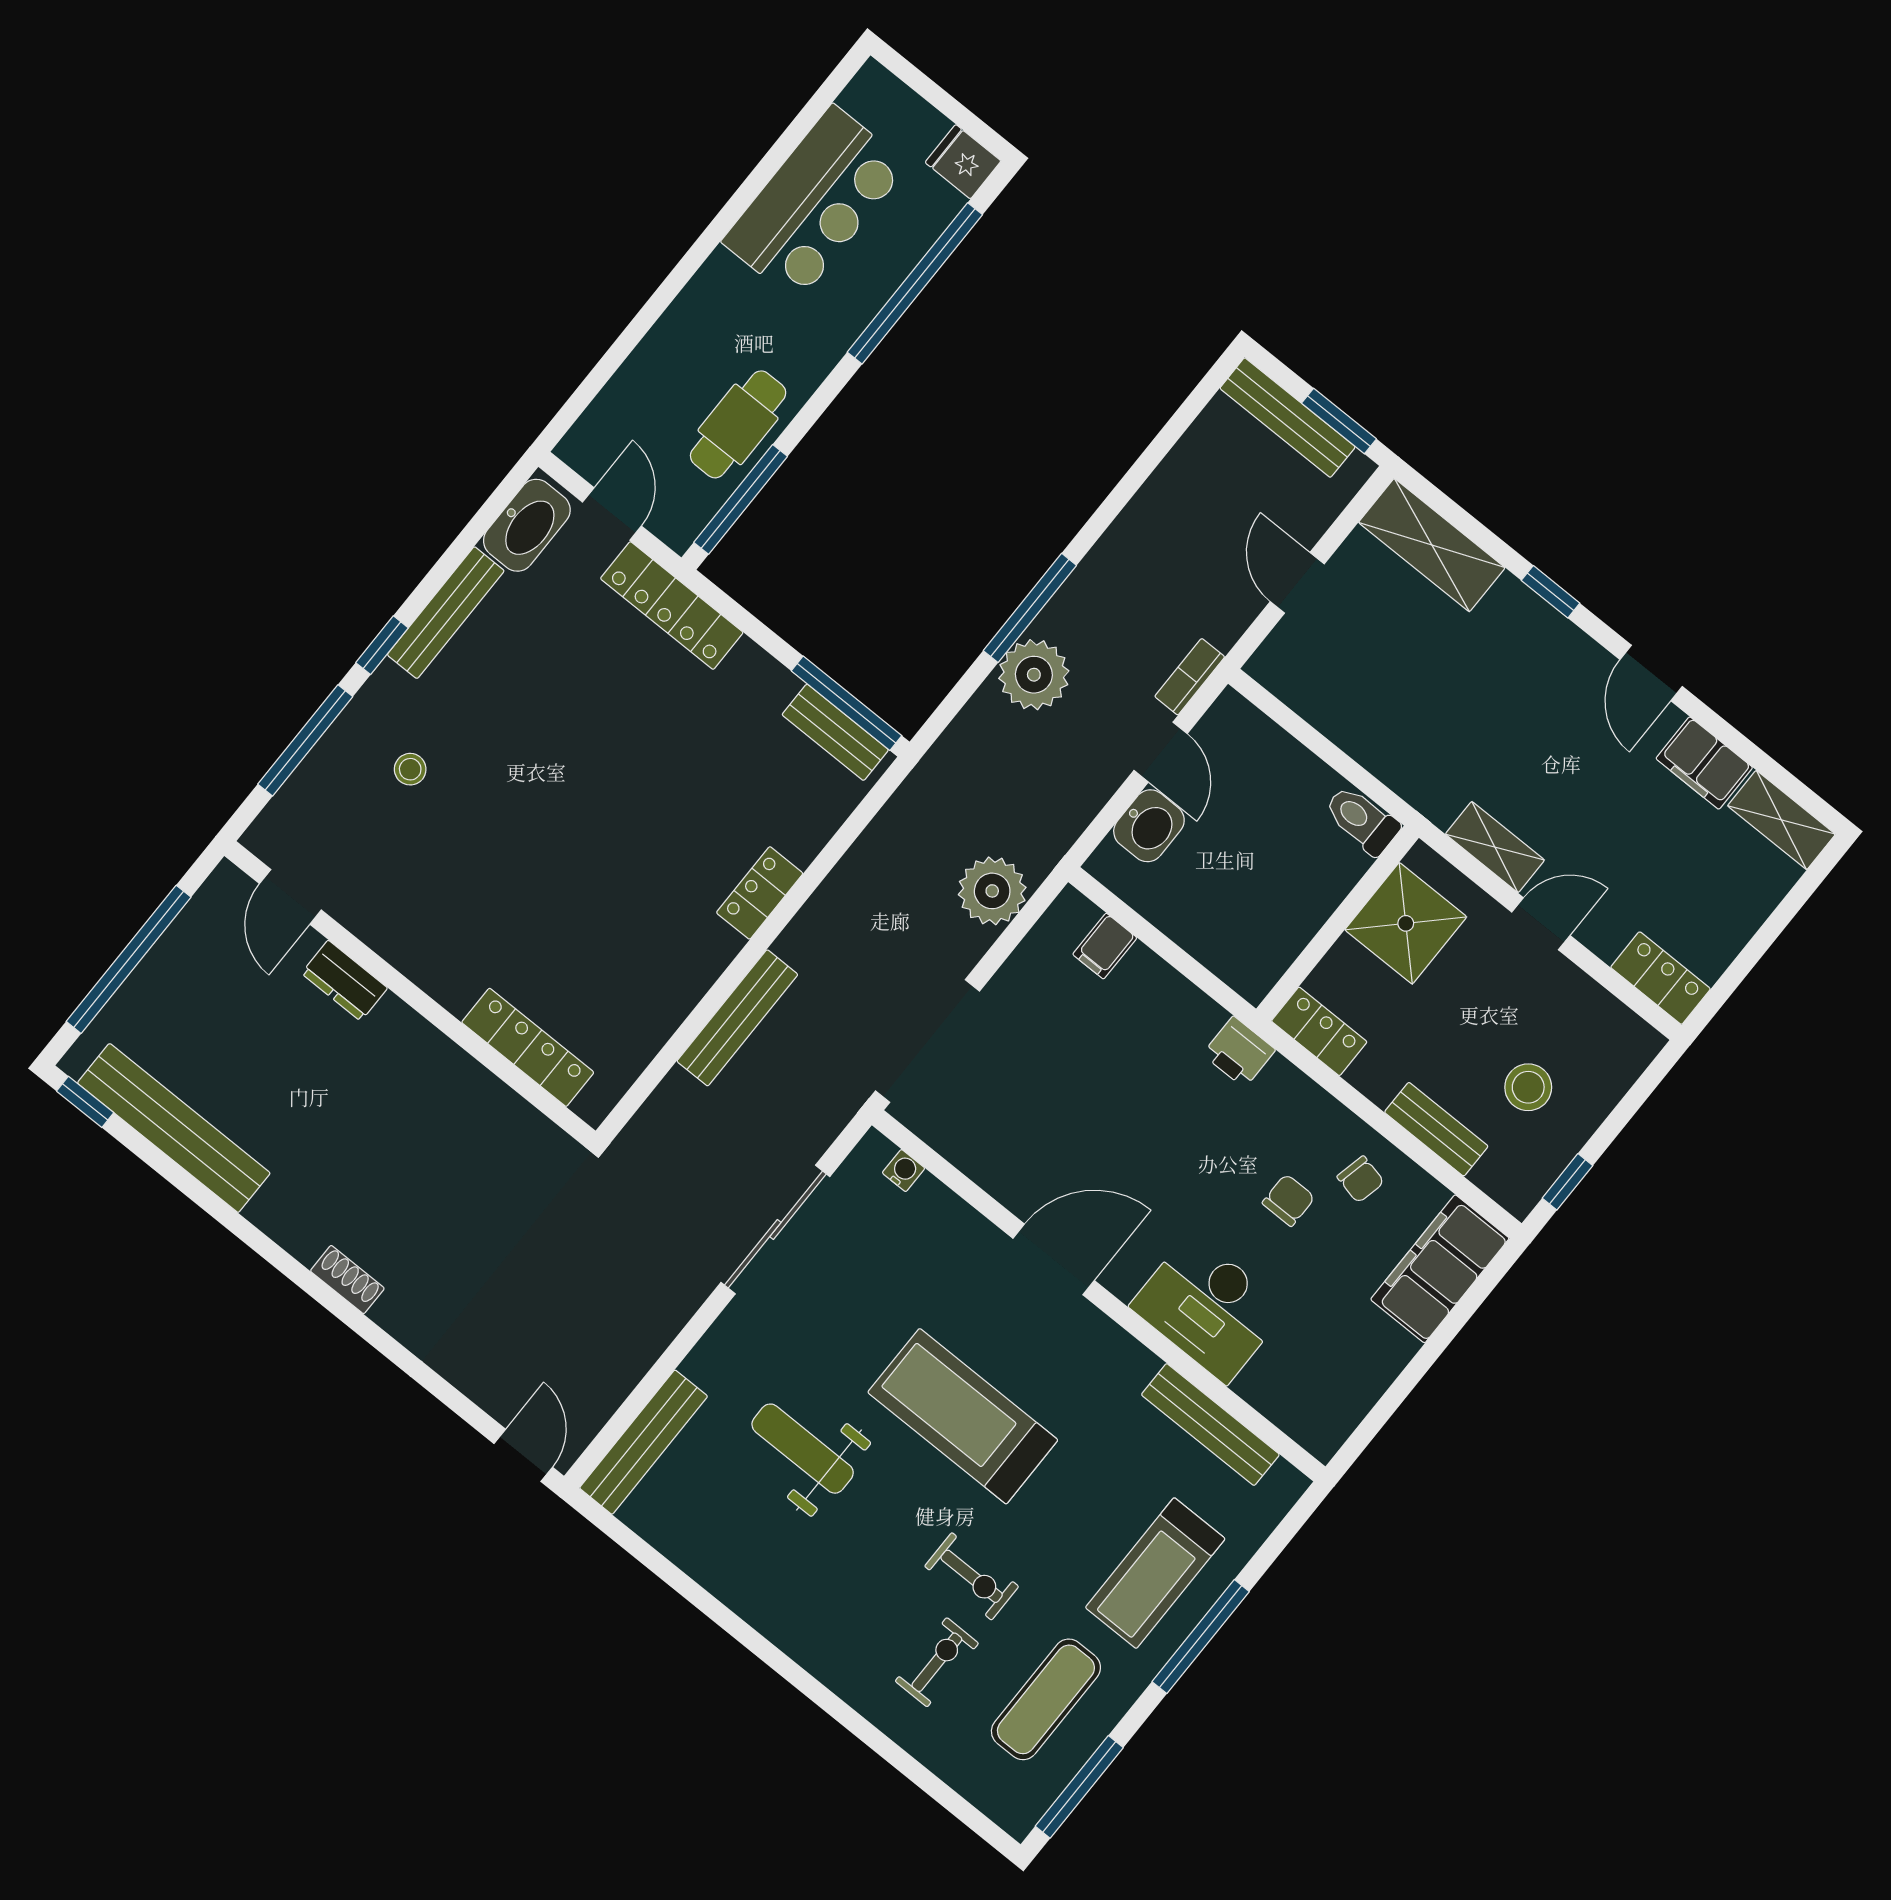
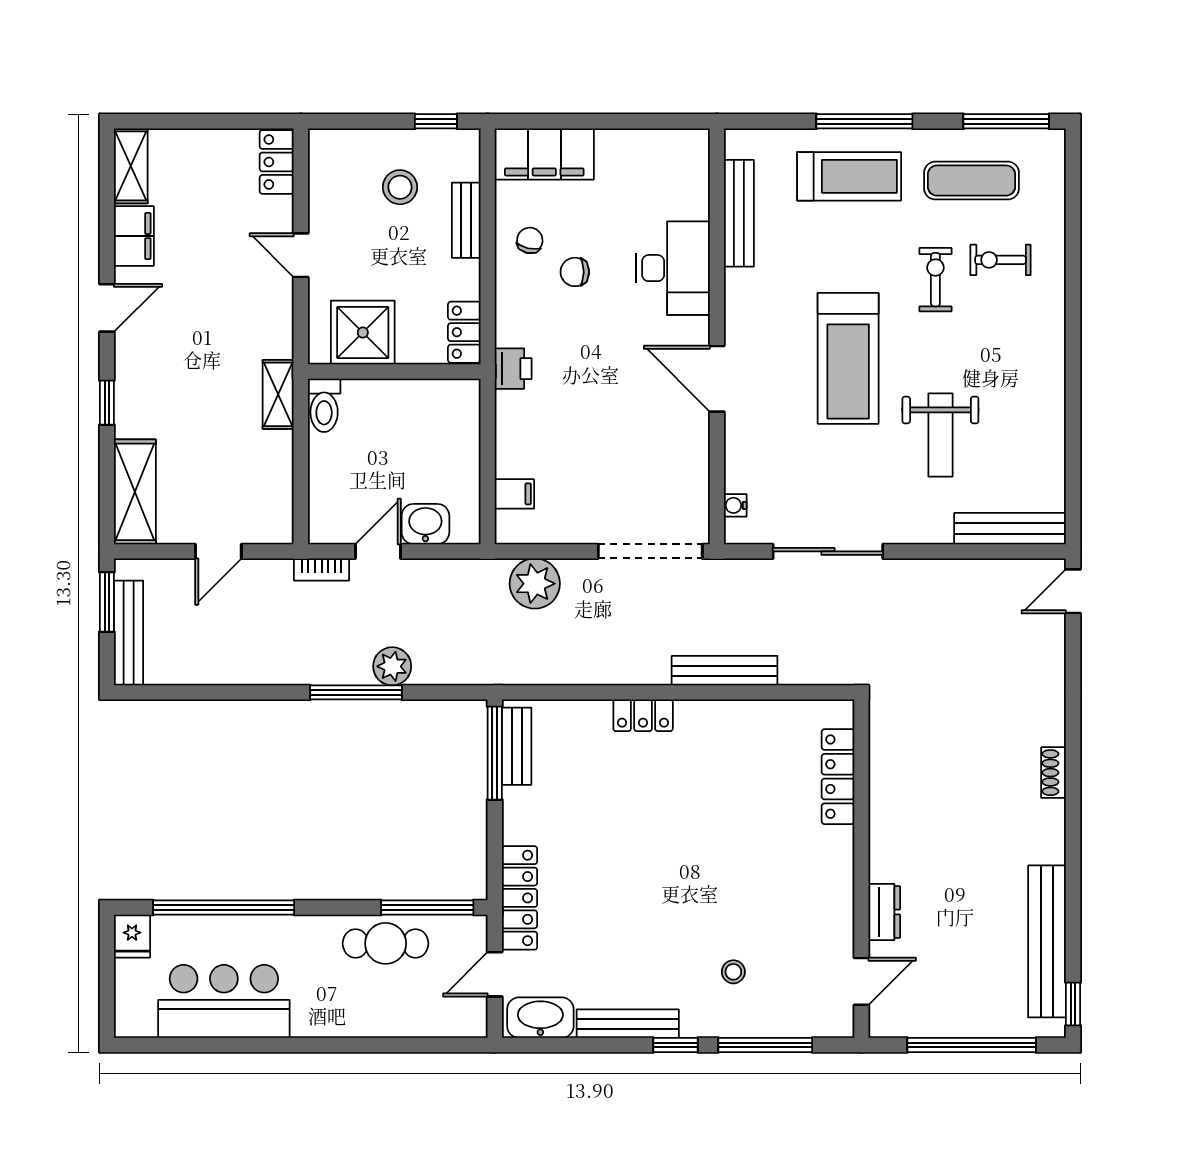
plant: (1034, 675) -> (392, 666), width x0.73, depth x0.73
shelving: (1495, 847) -> (278, 394), moved

